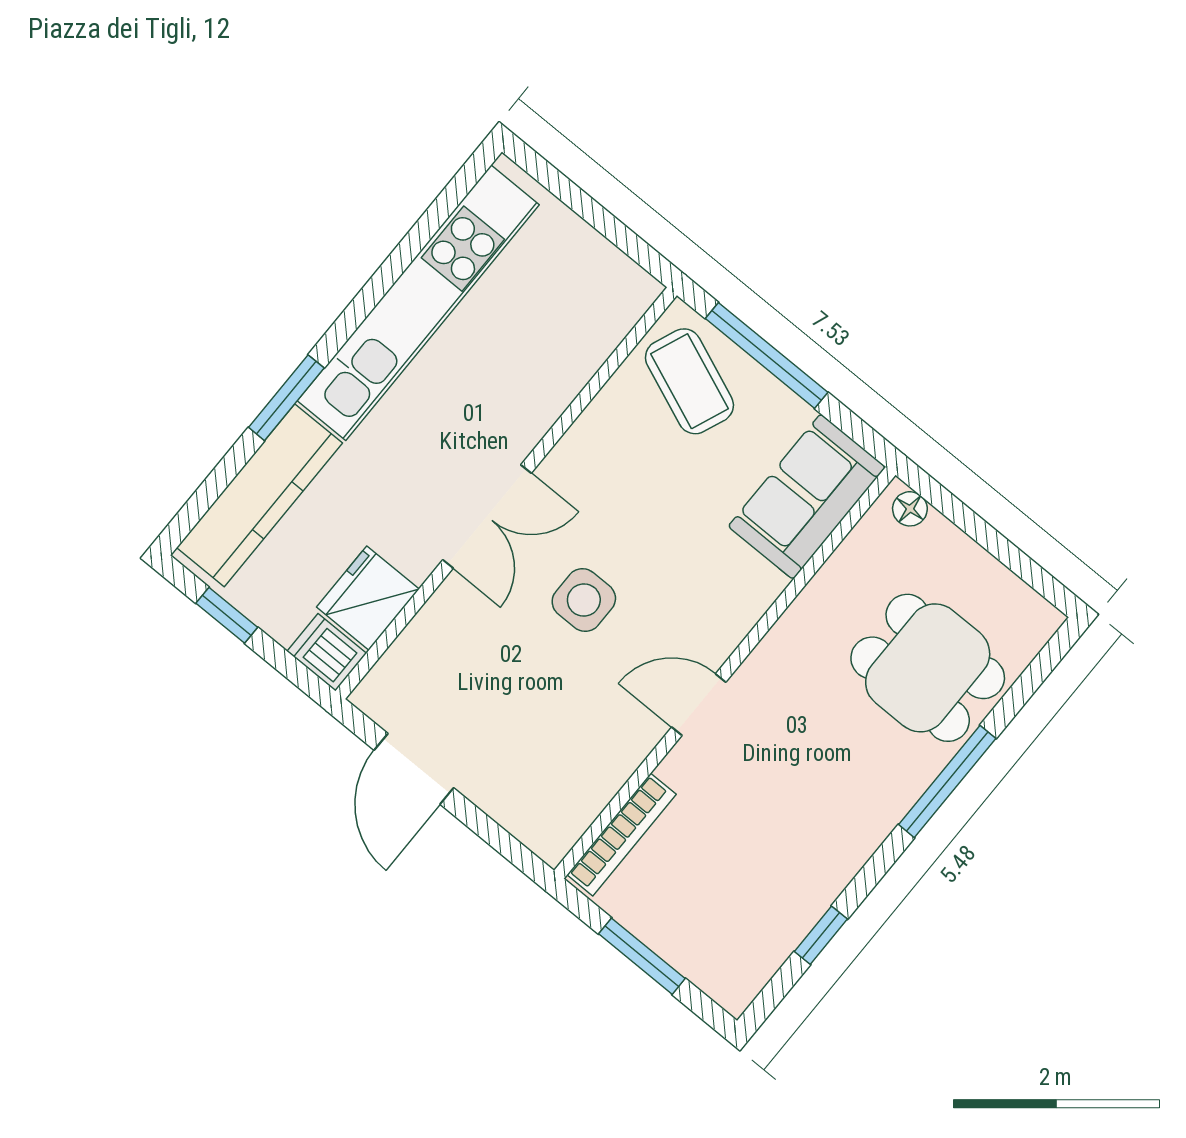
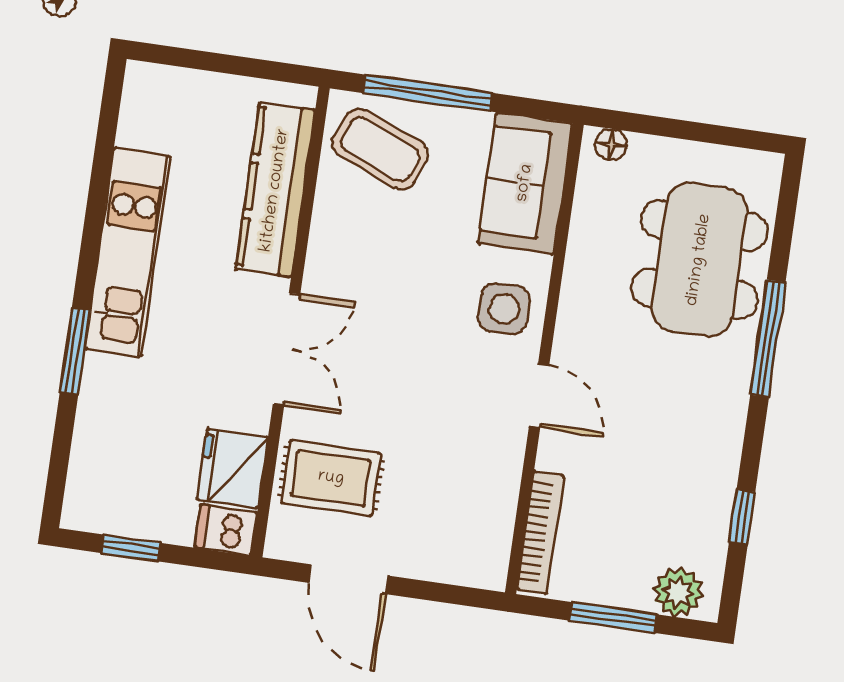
kitchen unit: (418, 303) -> (128, 252), width x0.73
kitchen counter: (260, 495) -> (275, 190), moved, turned 180
side table: (584, 600) -> (504, 309), moved
rug: (455, 663) -> (331, 478), added
dining table: (928, 668) -> (699, 260), width x1.37
door: (699, 705) -> (539, 396), swing flipped
plant: (718, 969) -> (678, 592), added

